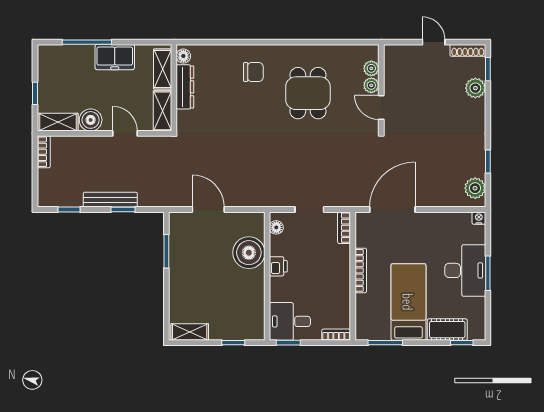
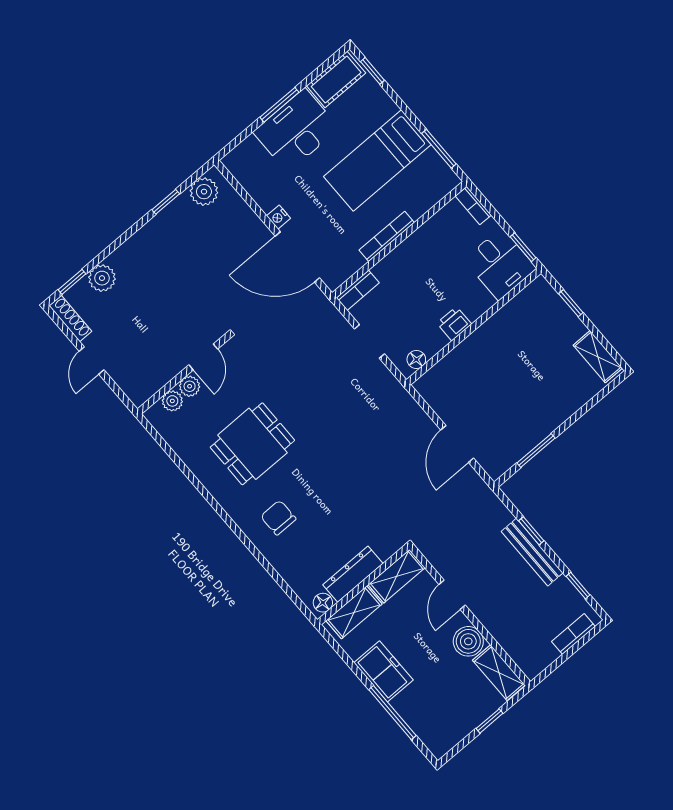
bookcase: (44, 152) -> (573, 634), moved
nightstand: (479, 218) -> (278, 217), moved
boiler: (249, 253) -> (466, 365), removed
cot: (447, 330) -> (336, 79), moved, turned 90

